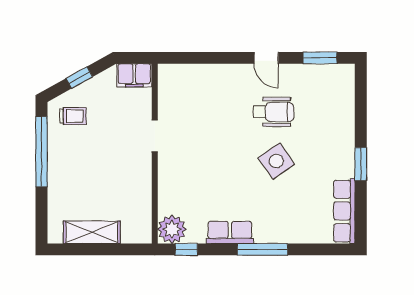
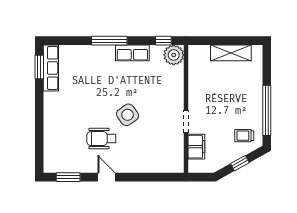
filing cabinet: (134, 75) -> (196, 147), moved, turned 90
side table: (276, 161) -> (128, 115), moved
window: (361, 164) -> (39, 67), moved

